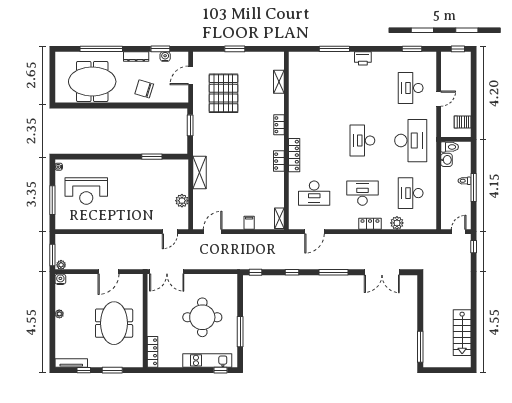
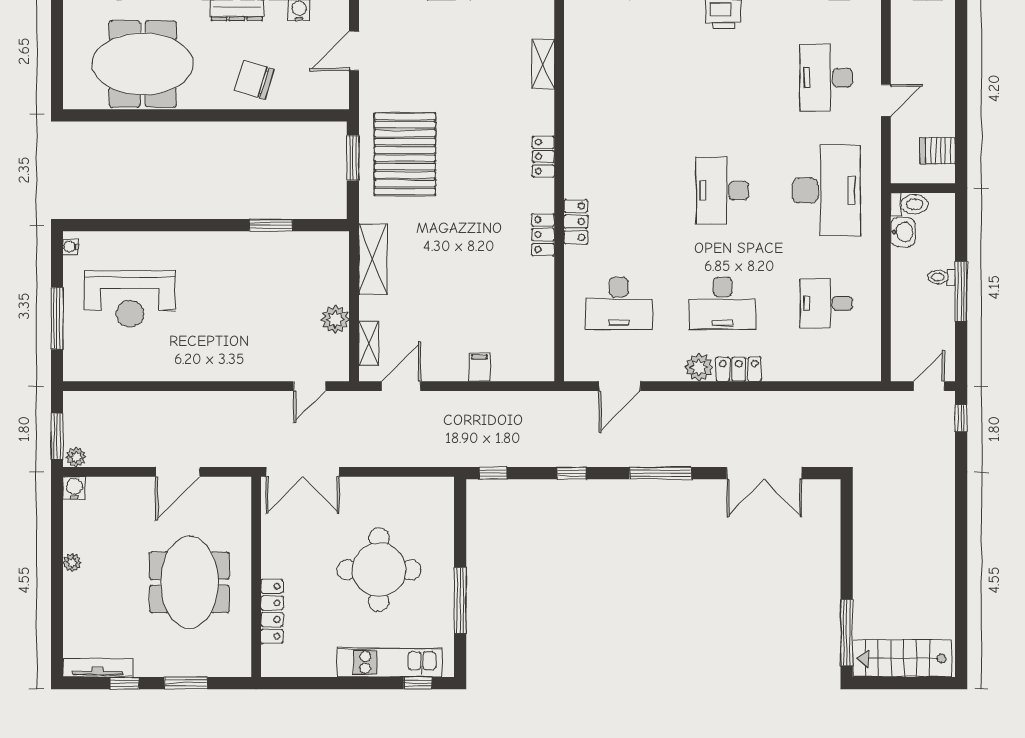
pallet: (223, 93) -> (405, 154), moved
locker: (294, 155) -> (576, 222), width x0.66
desk: (362, 193) -> (723, 303), turned 180
desk: (411, 193) -> (826, 303), width x0.73
shelving: (279, 218) -> (369, 343), moved
plant: (397, 223) -> (699, 367), moved
stairs: (462, 333) -> (902, 658), moved, turned 90
locker: (152, 352) -> (272, 611), moved

